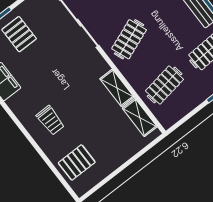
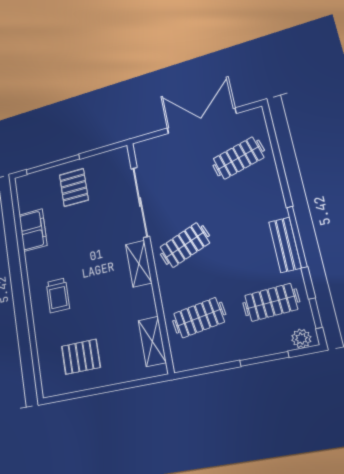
shelving: (117, 88) -> (139, 264), moved
pallet: (77, 162) -> (81, 357), moved

